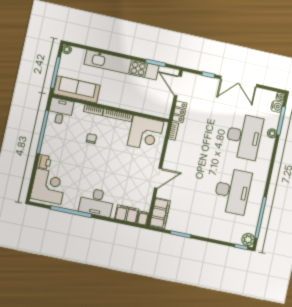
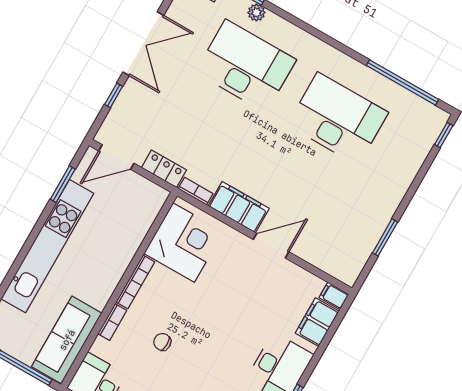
door: (158, 178) -> (271, 246), hinge flipped
filing cabinet: (160, 213) -> (239, 207), moved
plant: (248, 240) -> (435, 118), removed

